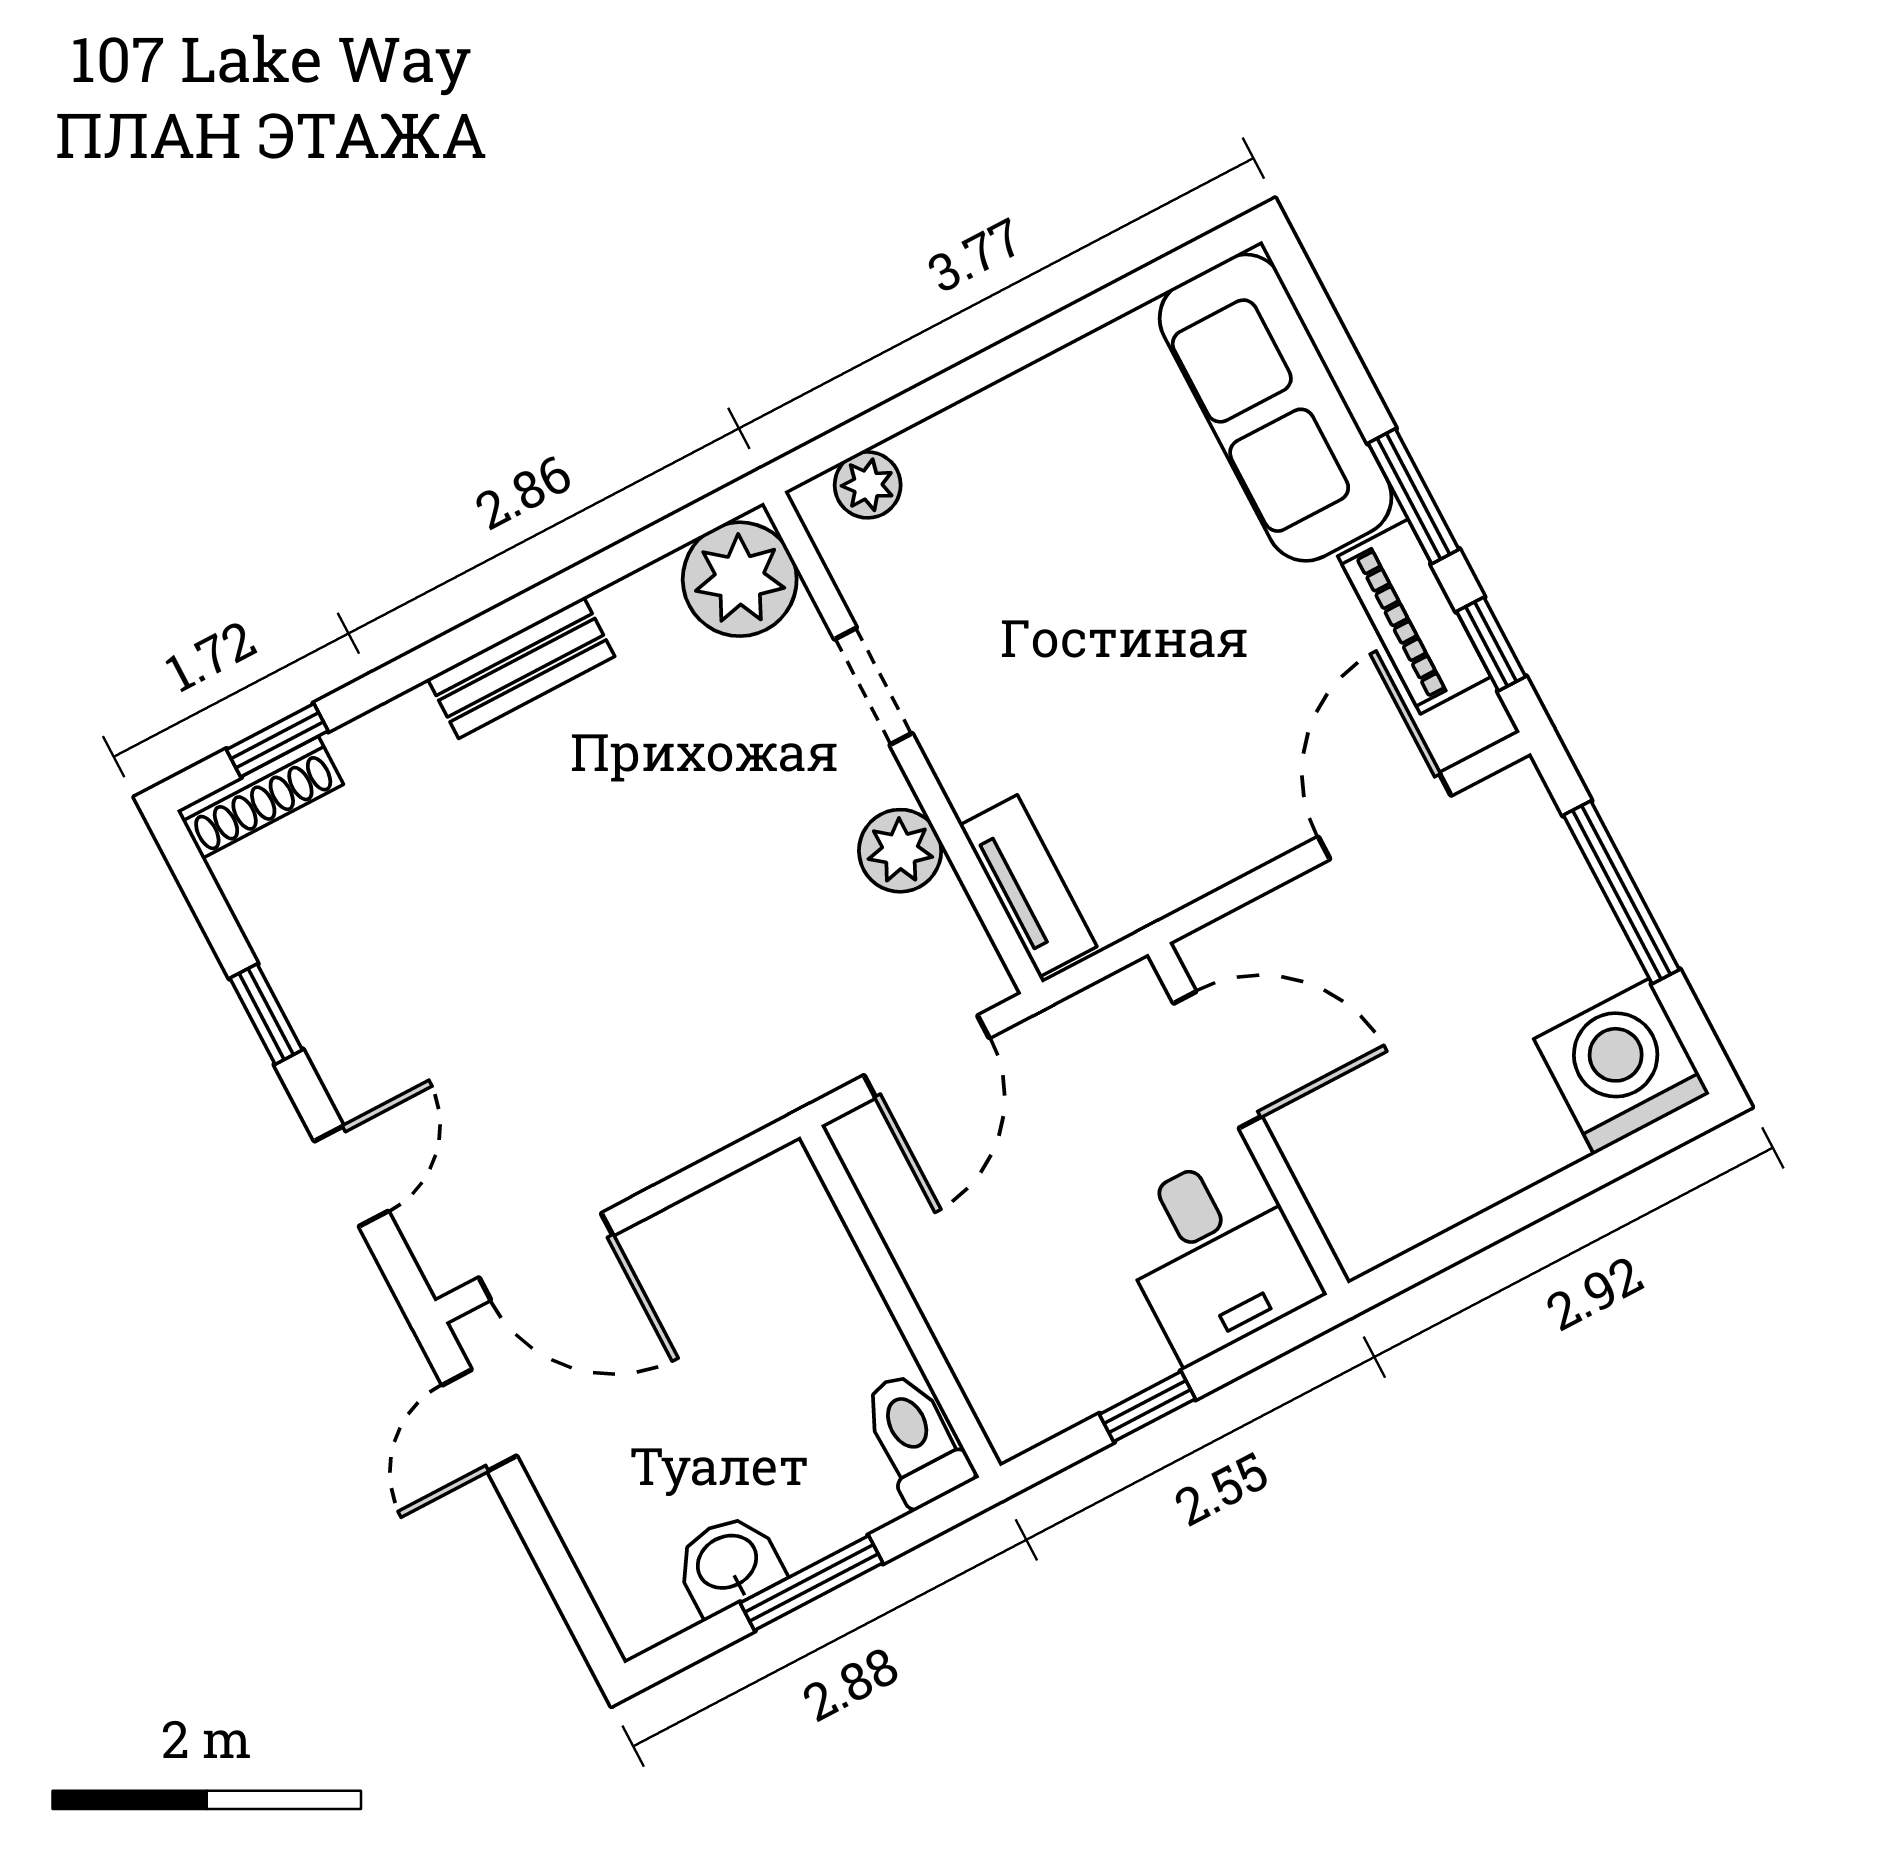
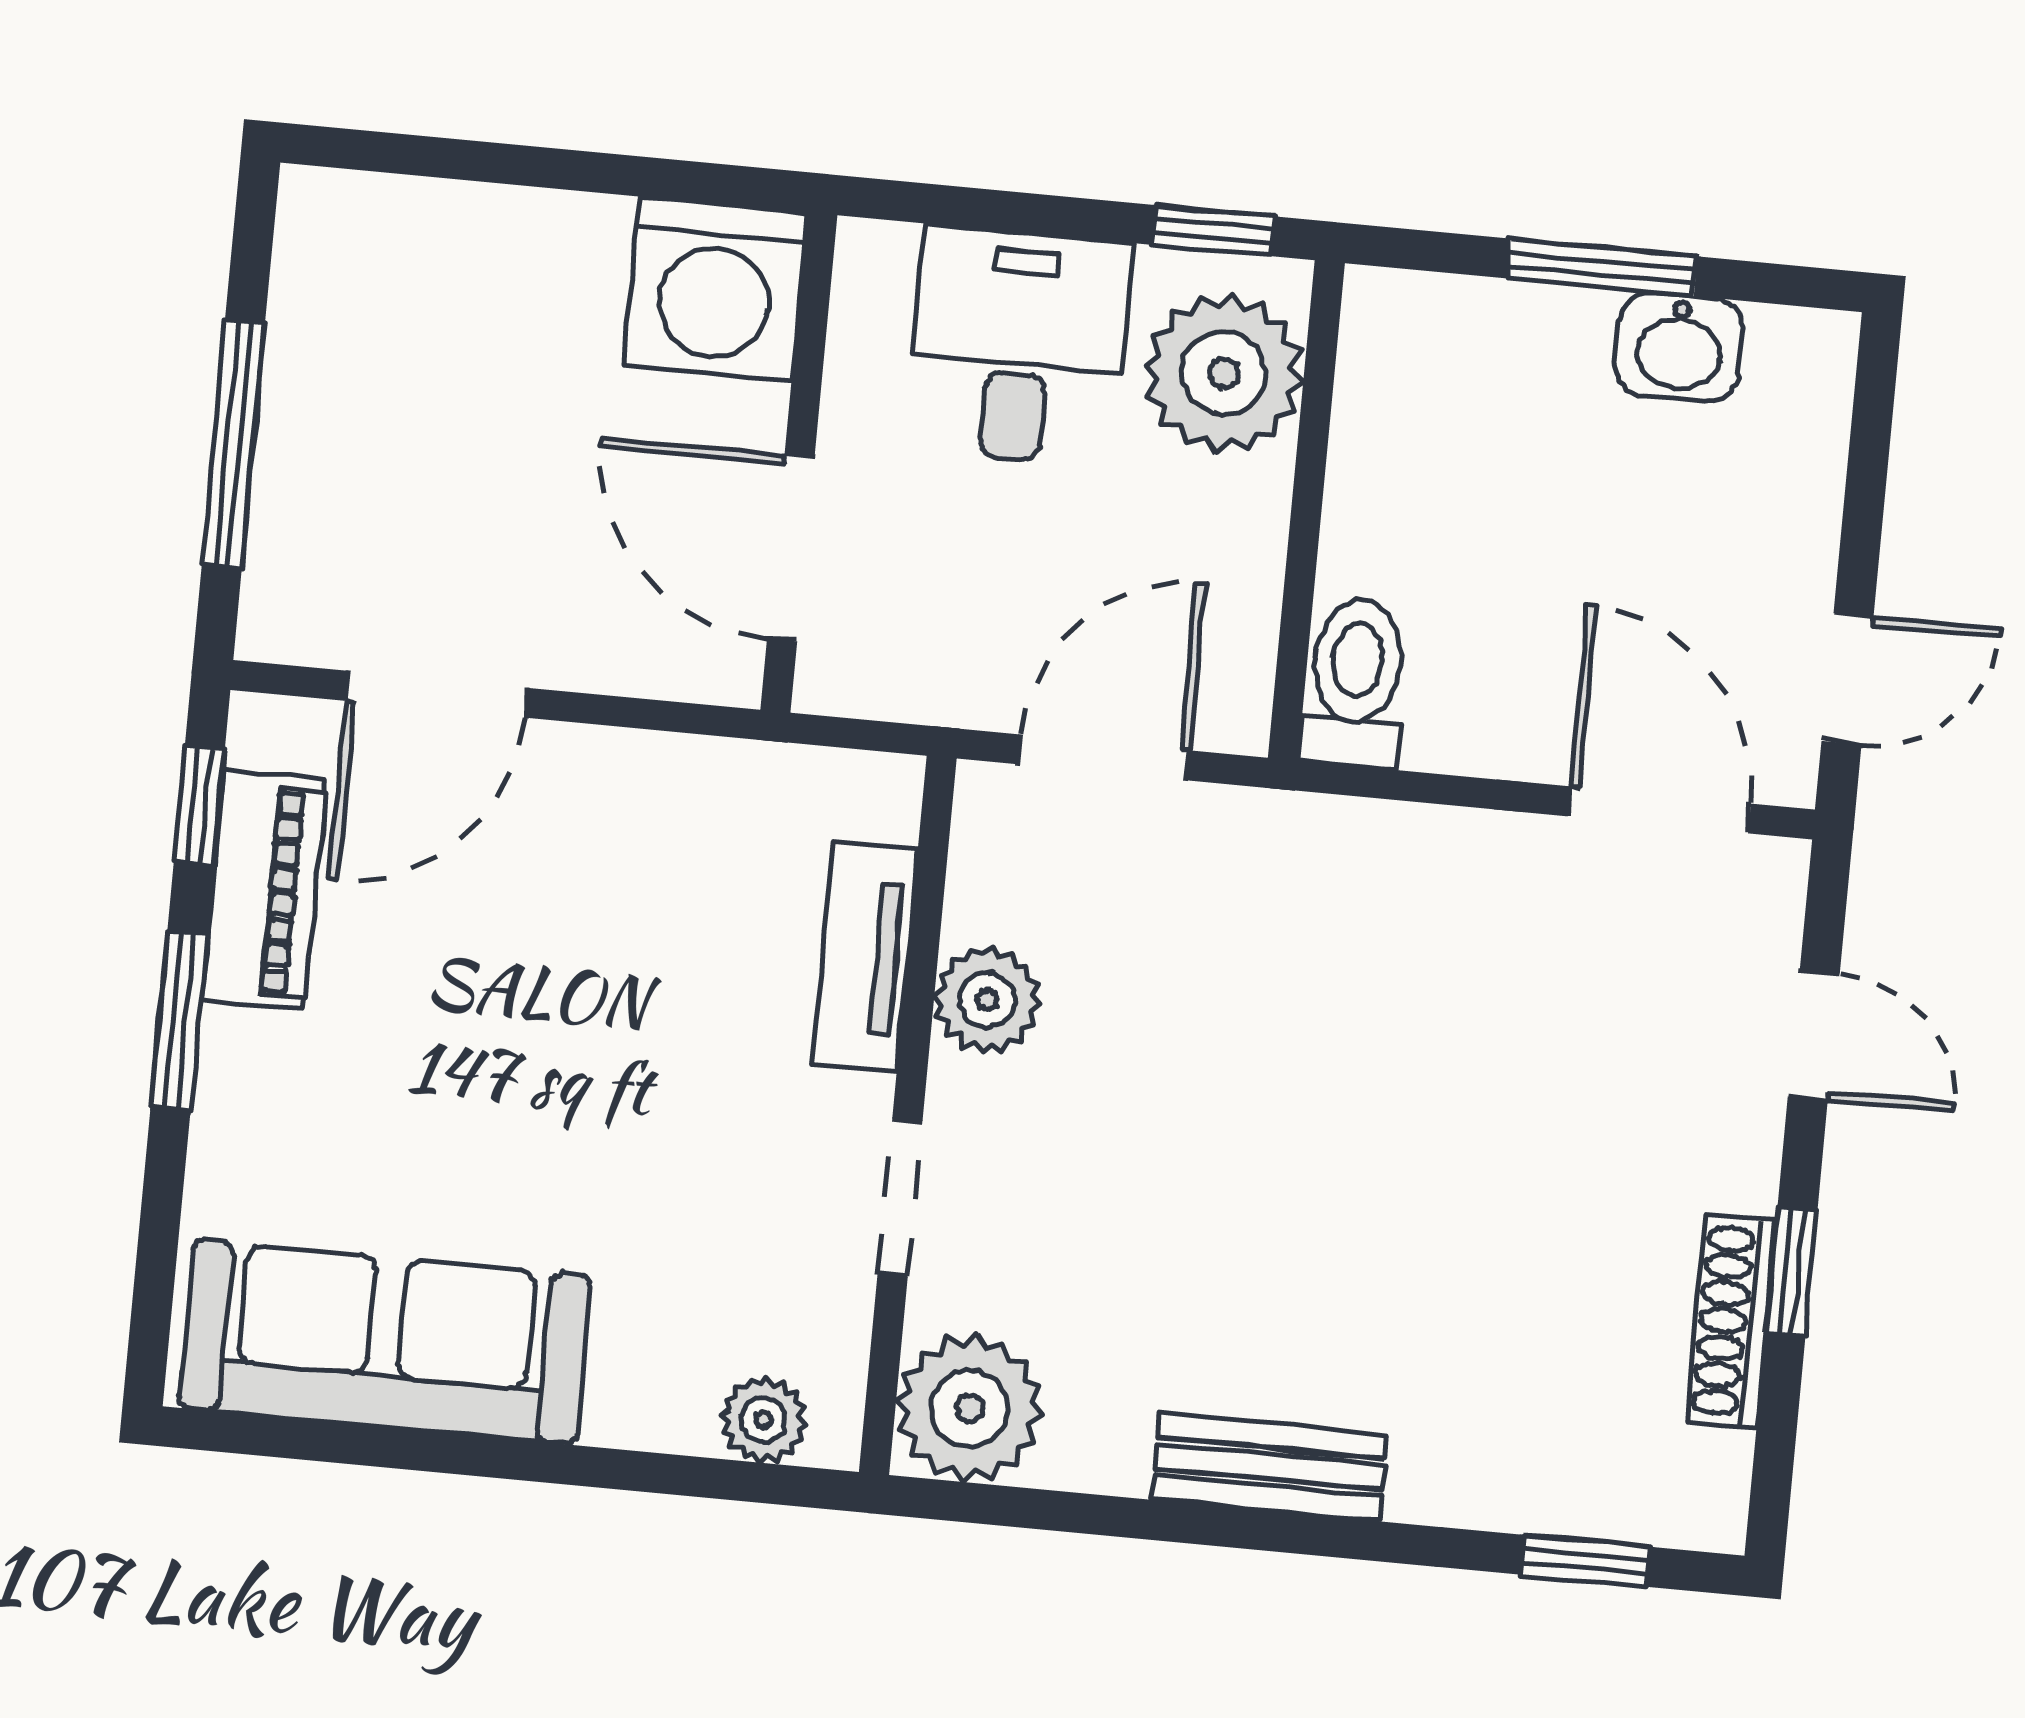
sofa: (1276, 408) -> (385, 1342), moved, turned -90
shoe rack: (260, 797) -> (1731, 1321), moved, turned -90
tv unit: (1028, 886) -> (865, 957), moved
washing machine: (1622, 1066) -> (715, 289), moved
door: (351, 1176) -> (1814, 1035), swing flipped
desk: (1215, 1255) -> (1019, 346), moved
plant: (1011, 1355) -> (1224, 373), added
window: (1147, 1407) -> (1213, 231), moved
toilet: (915, 1439) -> (1356, 683), moved, turned 180

